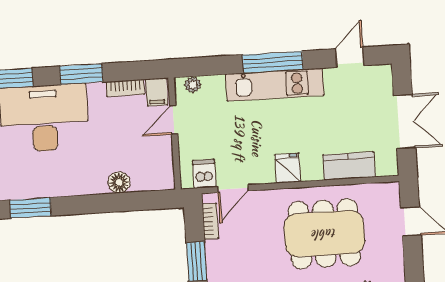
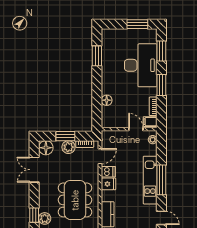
dishwasher: (204, 174) -> (108, 172), moved
door: (233, 189) -> (100, 156), swing flipped
plant: (218, 254) -> (68, 147), added

